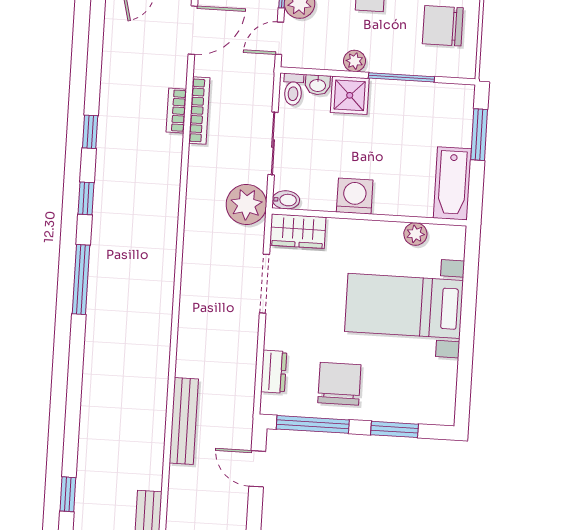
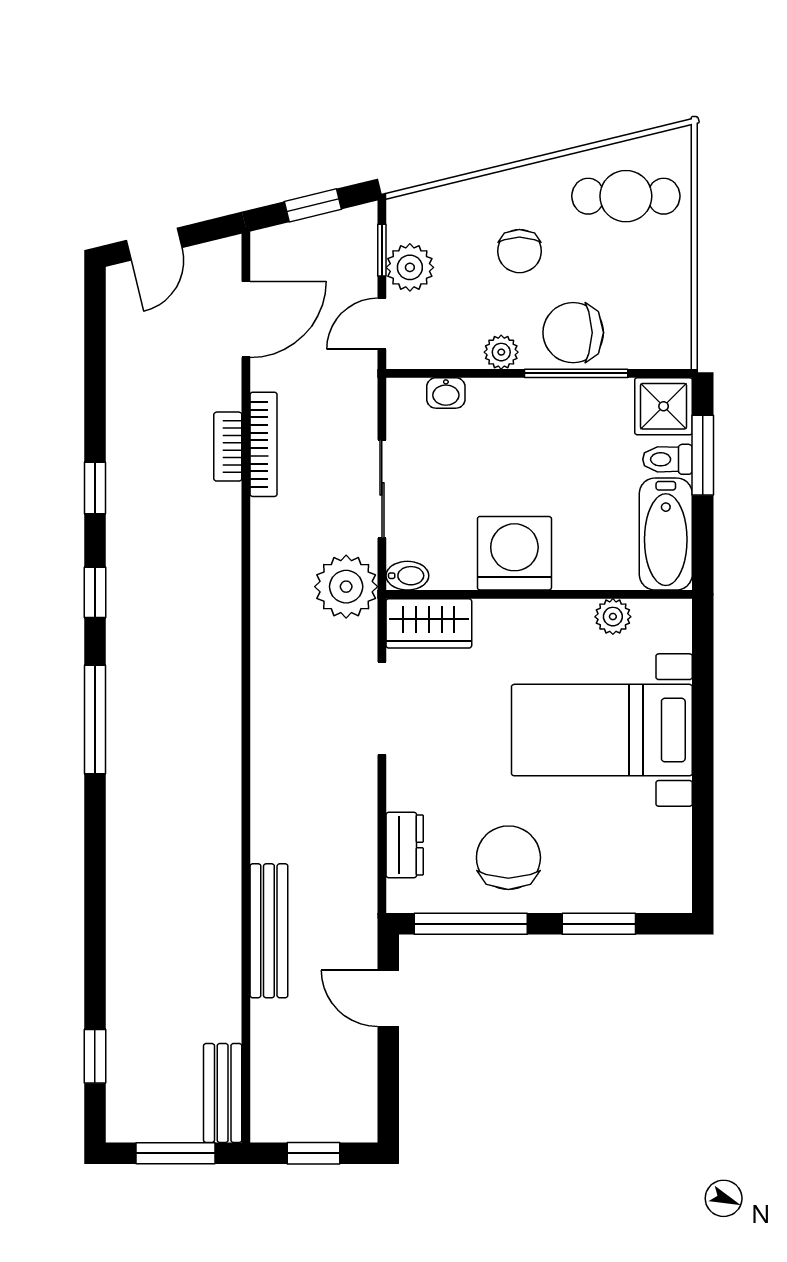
chair: (443, 26) -> (573, 333), moved
toilet: (293, 89) -> (667, 459), moved, turned 90
shower: (350, 95) -> (664, 406), moved
washing machine: (355, 196) -> (514, 553), width x1.37, depth x1.37

